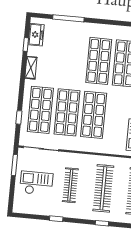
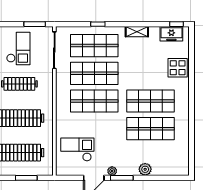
window: (68, 18) -> (192, 66), removed
display table: (69, 32) -> (178, 68), added
window: (26, 45) -> (177, 24), moved
window: (19, 117) -> (98, 24), moved

